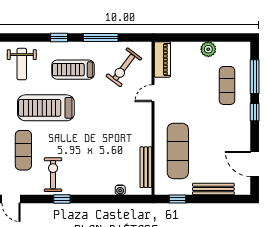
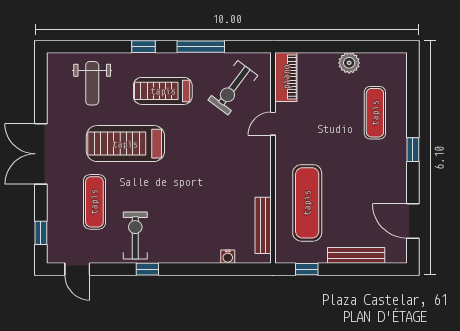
window: (255, 77) -> (413, 100), removed

